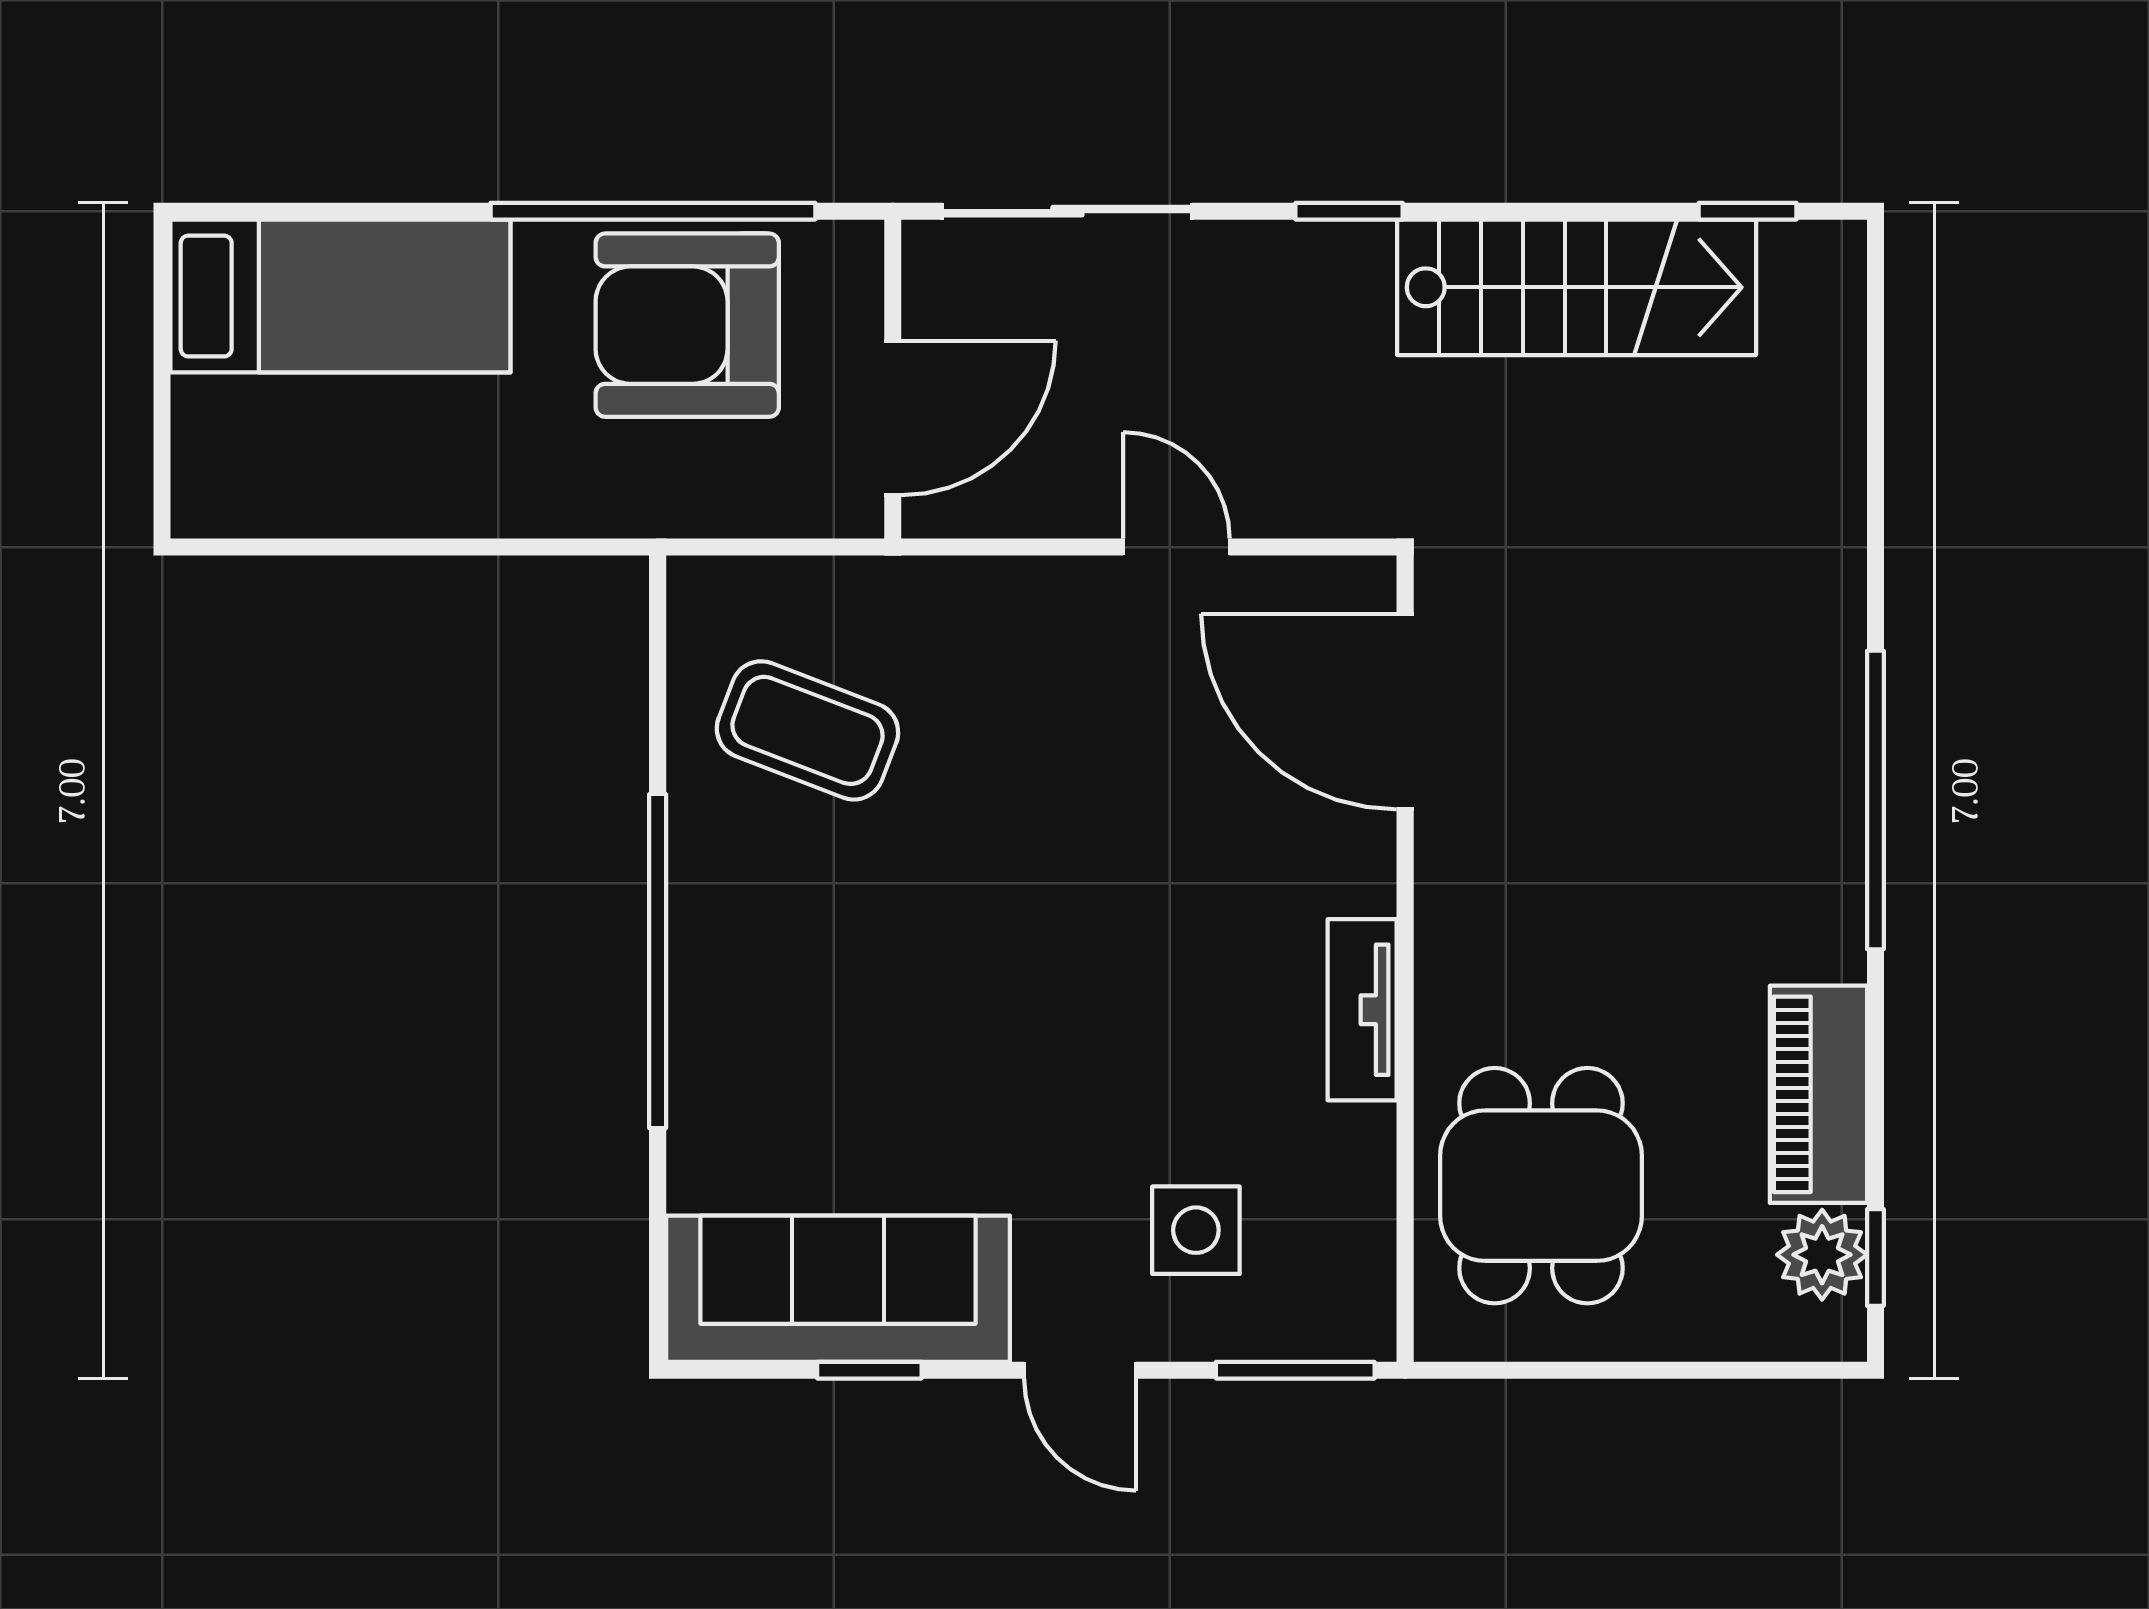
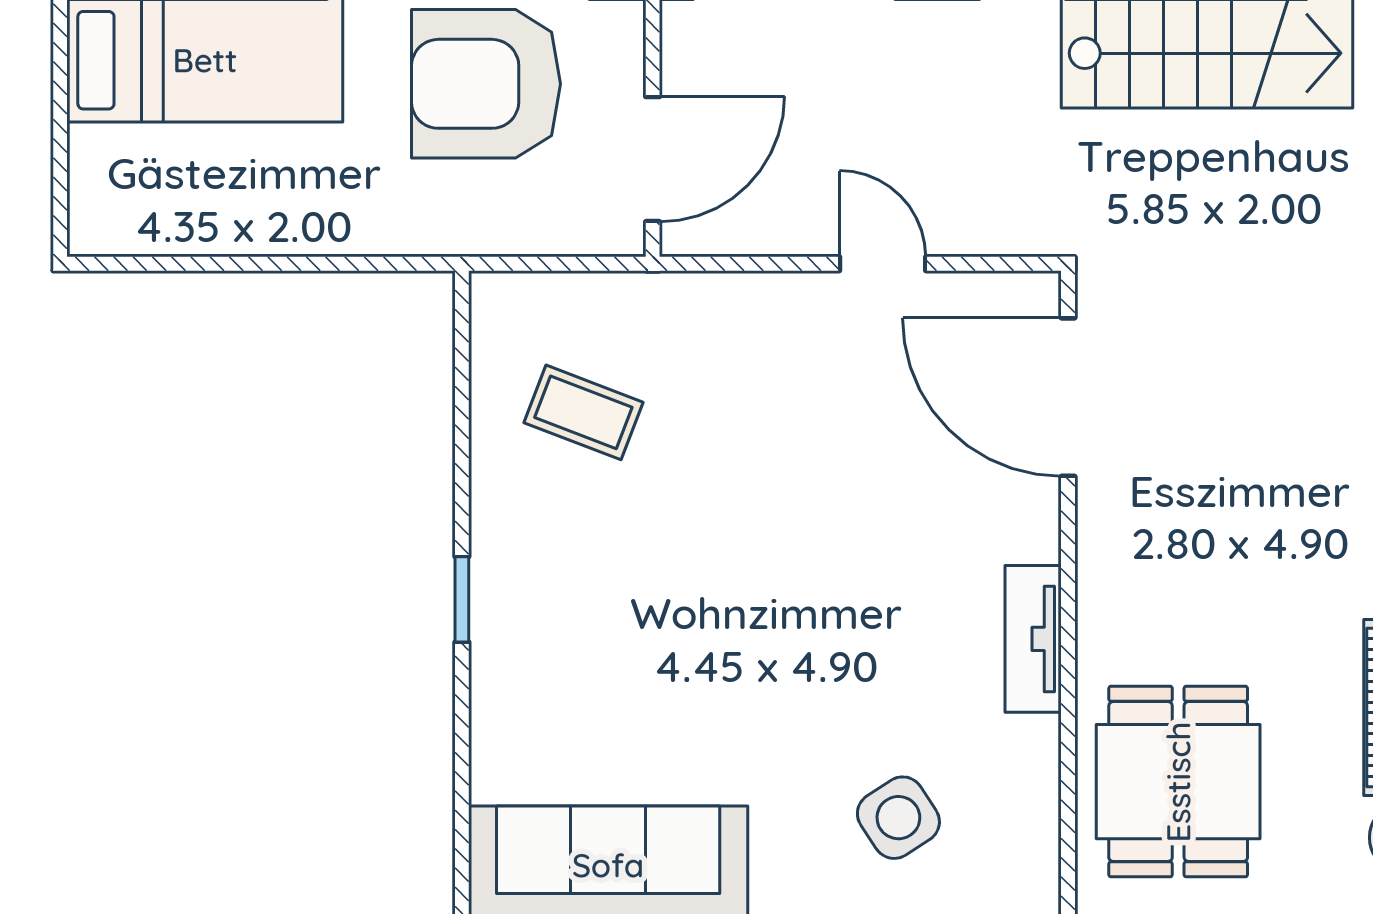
coffee table: (807, 730) -> (583, 412), width x0.73, depth x0.77
window: (658, 961) -> (462, 599), width x0.32
side table: (1196, 1230) -> (898, 818), turned -33

